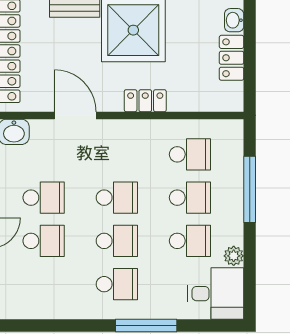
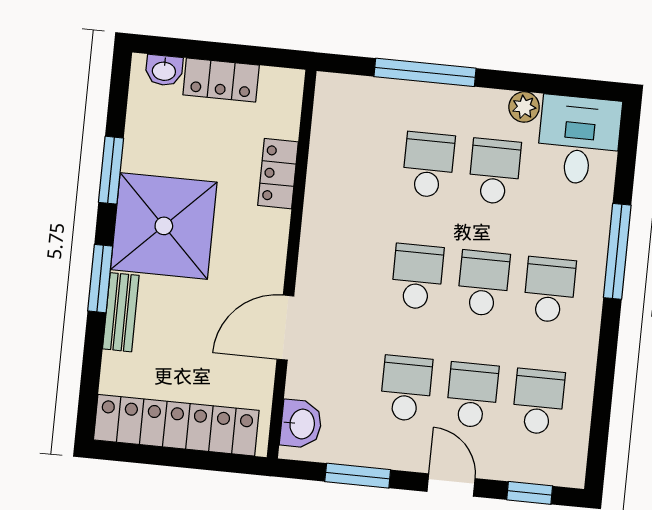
locker: (145, 101) -> (278, 174), moved
school desk: (190, 154) -> (538, 402), moved

